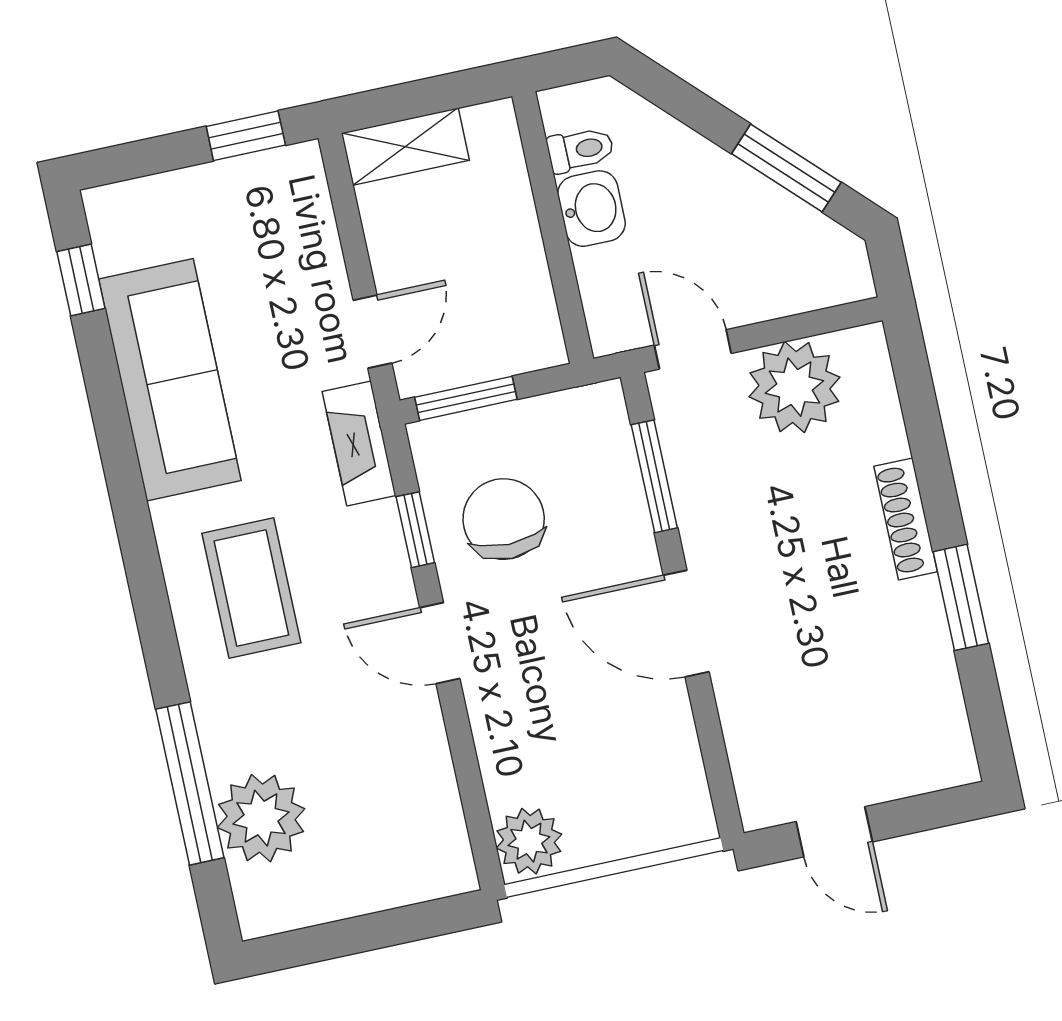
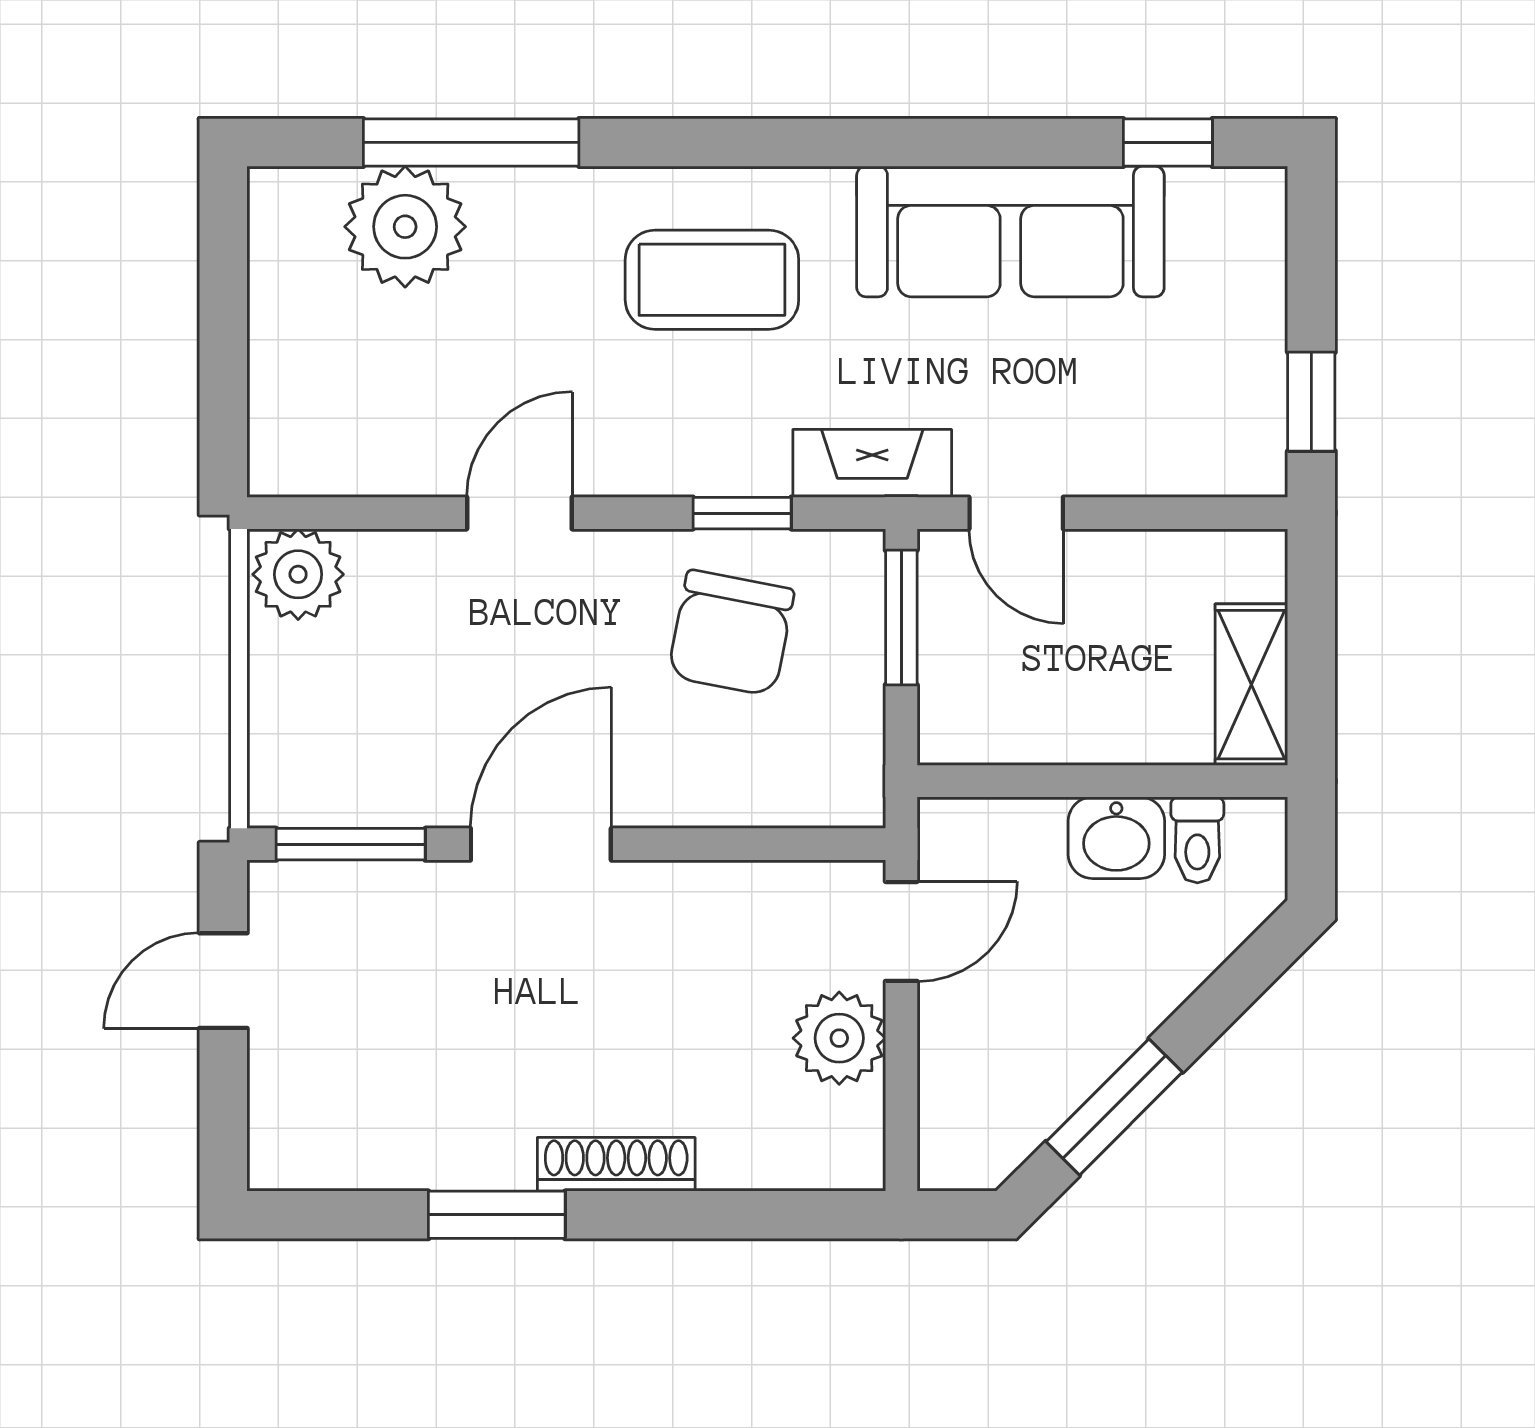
shelving: (405, 147) -> (1251, 685), moved
plant: (794, 387) -> (839, 1038), width x0.73, depth x0.73
window: (654, 476) -> (351, 844), moved
chair: (504, 519) -> (731, 633), turned 101
door: (440, 643) -> (519, 513), moved

